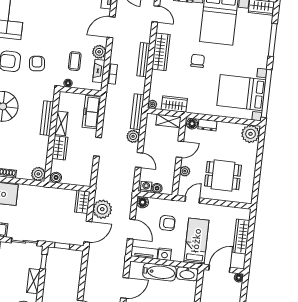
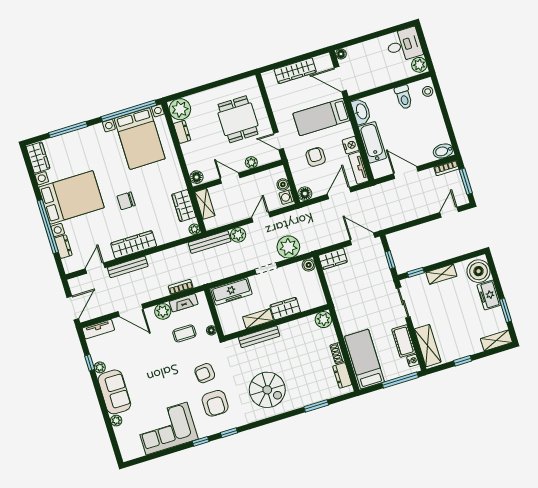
bench: (143, 60) -> (128, 267), moved
dresser: (207, 125) -> (182, 132), moved
boiler: (56, 178) -> (309, 265), moved
plant: (102, 209) -> (288, 247), moved

